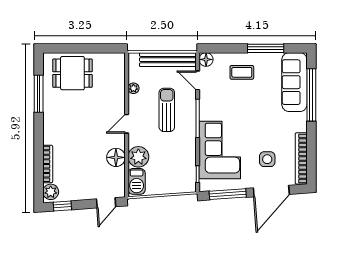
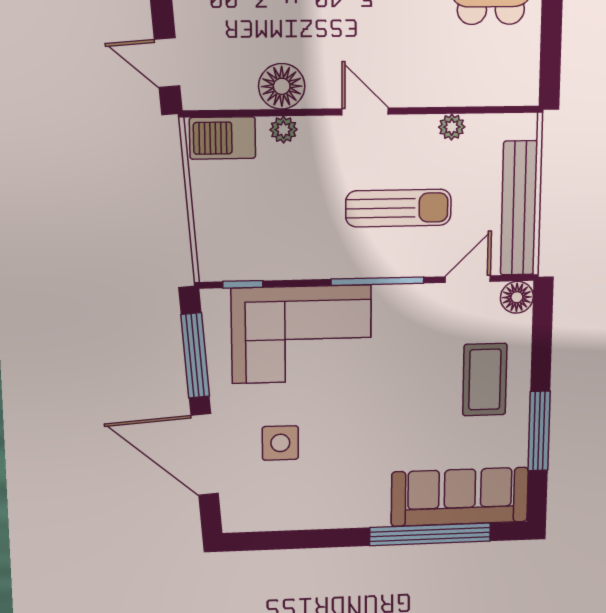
coffee table: (242, 72) -> (485, 380), width x1.36, depth x1.30
plant: (138, 157) -> (284, 130), width x0.53, depth x0.53
bookcase: (301, 158) -> (283, 518), removed

